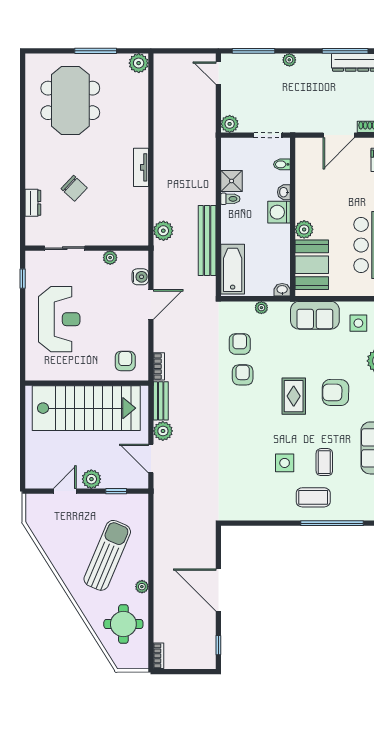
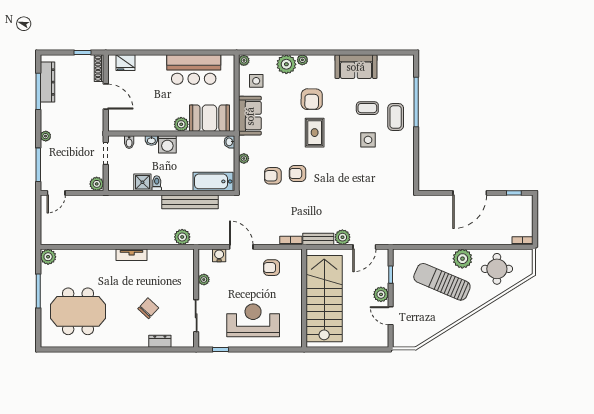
armchair: (125, 361) -> (272, 268), moved
rug: (294, 396) -> (315, 133), turned 90
plant: (142, 587) -> (462, 259), width x1.88, depth x1.88

